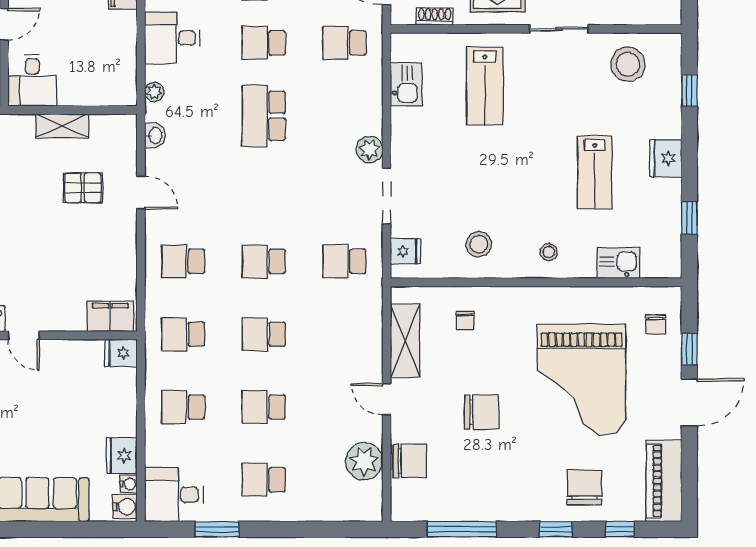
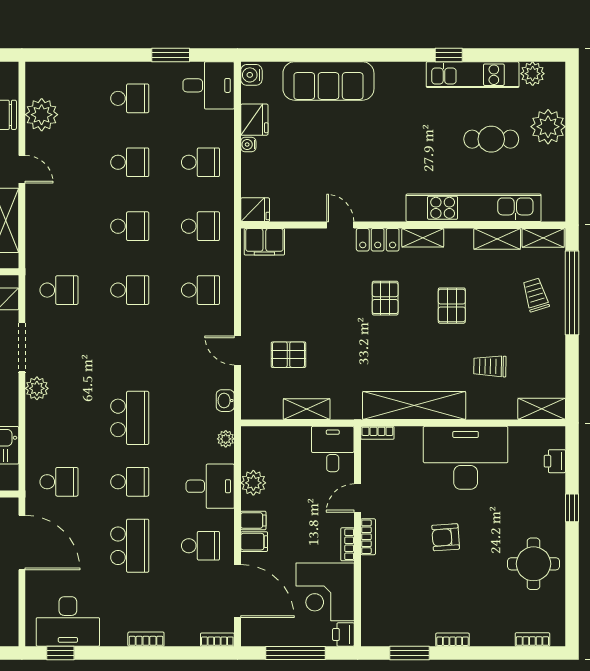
plant: (123, 42) -> (253, 483), added
water cooler: (129, 484) -> (248, 144), moved

